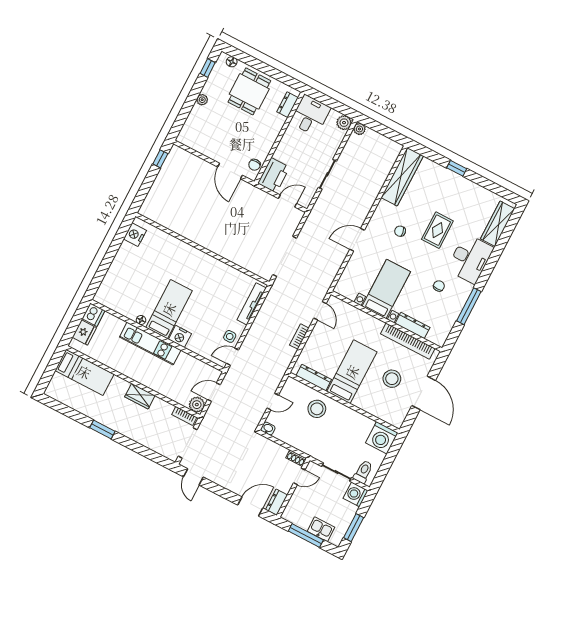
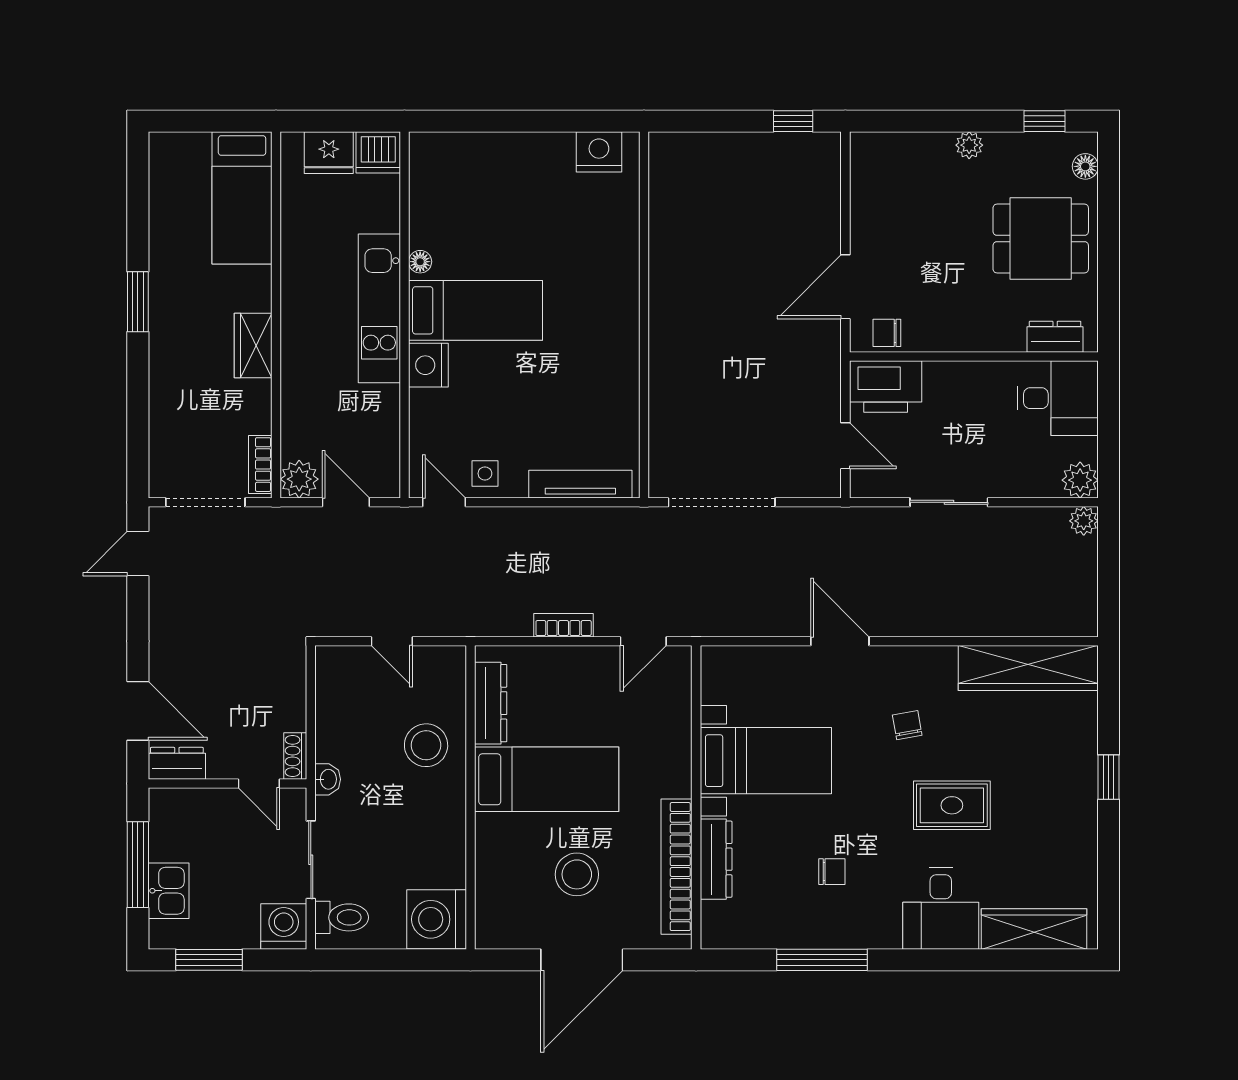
desk: (470, 259) -> (941, 909), width x0.73
washbasin: (268, 429) -> (328, 779), moved

